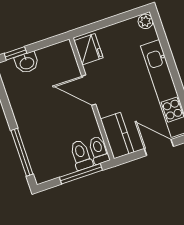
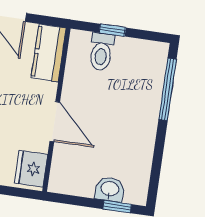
toilet: (99, 150) -> (78, 47), removed
window: (81, 174) -> (112, 30), width x0.46

